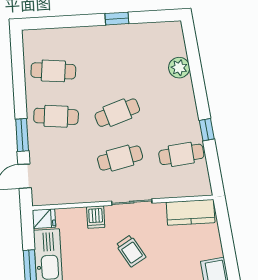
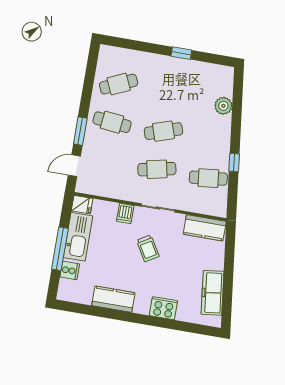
cafe table: (53, 71) -> (119, 84), turned -30

